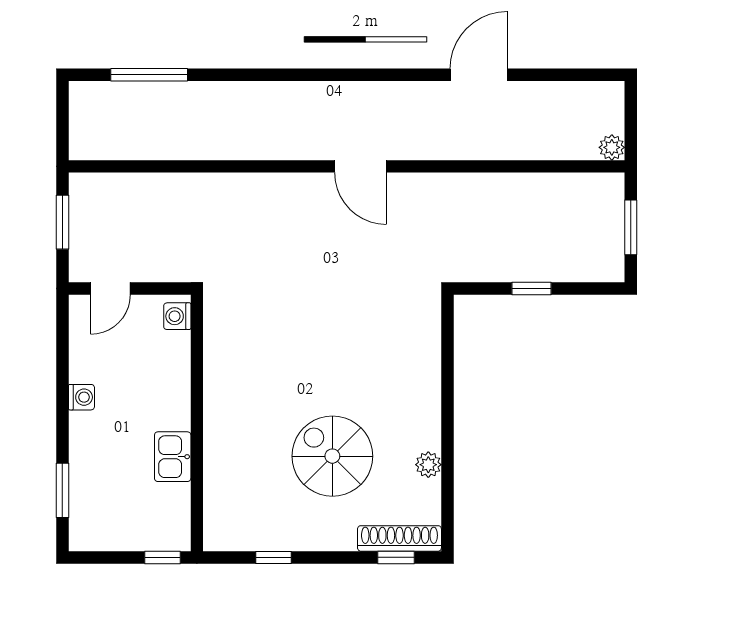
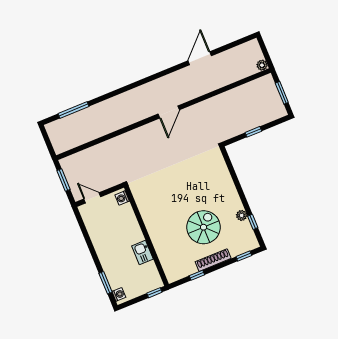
door: (360, 166) -> (169, 112), hinge flipped
door: (110, 289) -> (92, 198), swing flipped
washing machine: (81, 397) -> (119, 294), moved
spiral stairs: (332, 456) -> (204, 227), turned 90
window: (447, 489) -> (253, 222), added
shoe rack: (399, 538) -> (213, 260), moved

